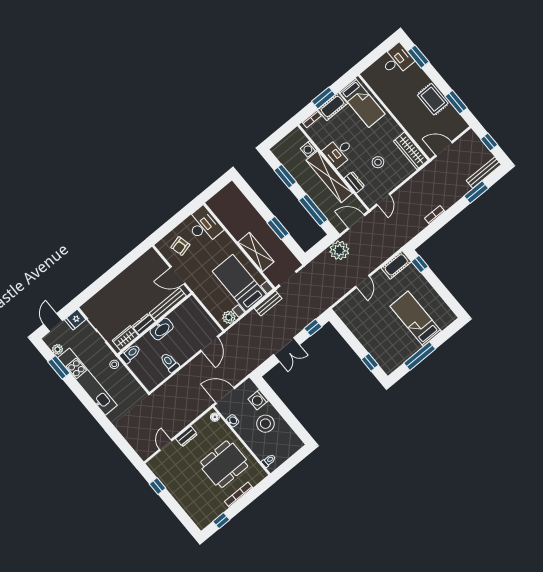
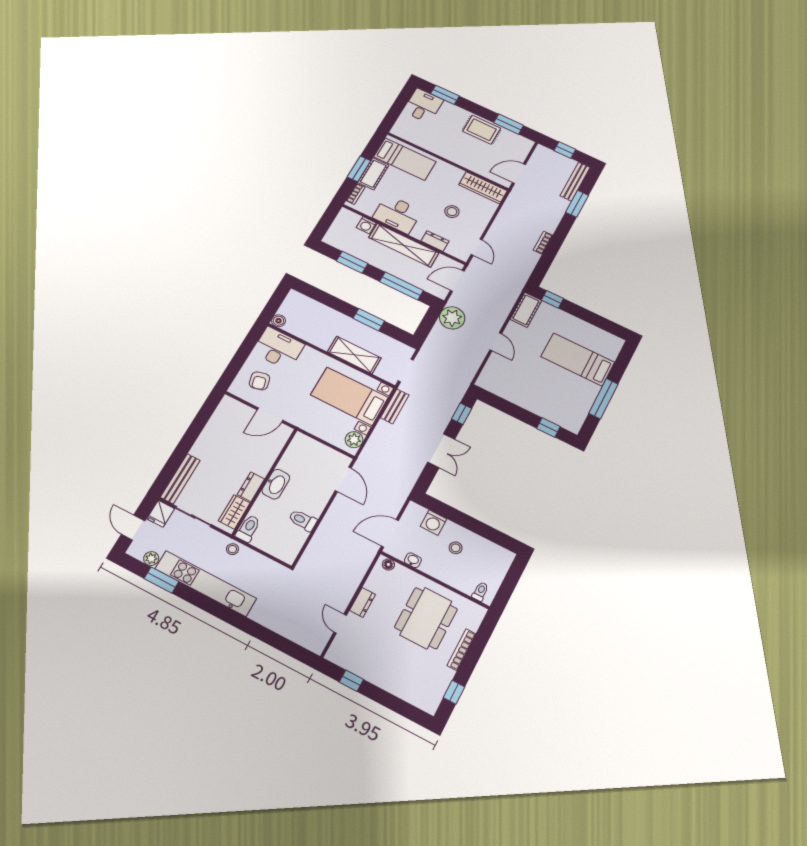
desk: (339, 152) -> (397, 214), width x1.37
boiler: (212, 203) -> (279, 321), added
bench: (168, 305) -> (180, 479), moved
stool: (265, 424) -> (456, 548), width x0.53, depth x0.53

